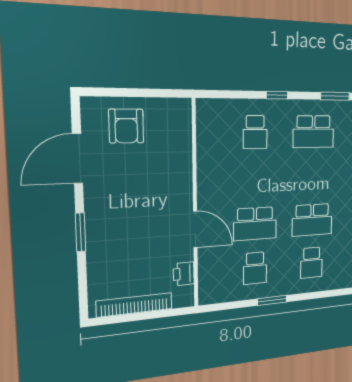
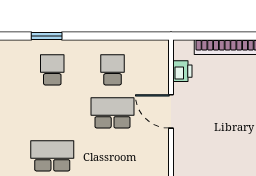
school desk: (312, 220) -> (52, 156), moved
window: (272, 300) -> (47, 36), moved

